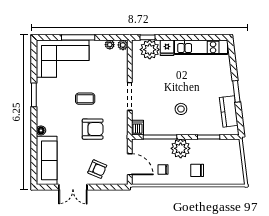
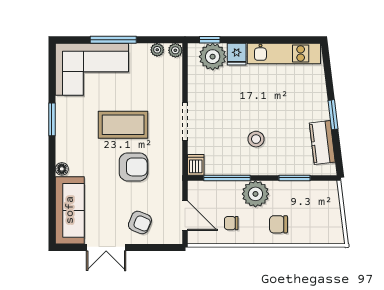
coffee table: (85, 99) -> (123, 125), width x1.86, depth x1.72

